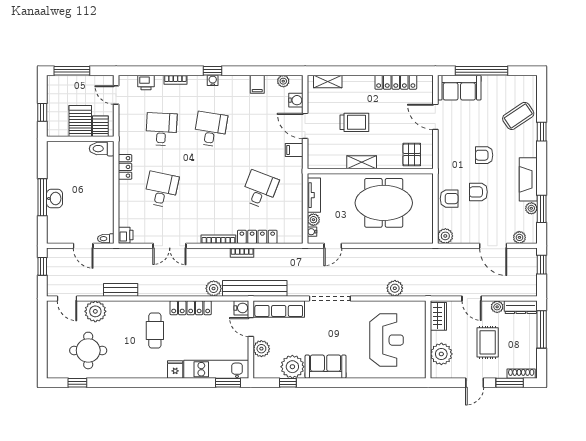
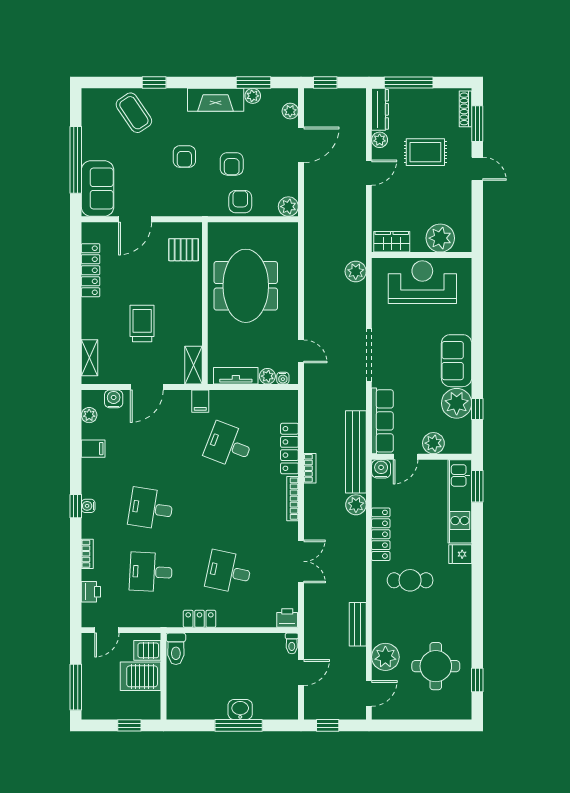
filing cabinet: (294, 150) -> (200, 401), moved
shelving: (362, 162) -> (194, 365), moved
wardrobe: (438, 316) -> (392, 242), moved
wall: (428, 340) -> (422, 255), moved
plant: (441, 354) -> (440, 238), moved

